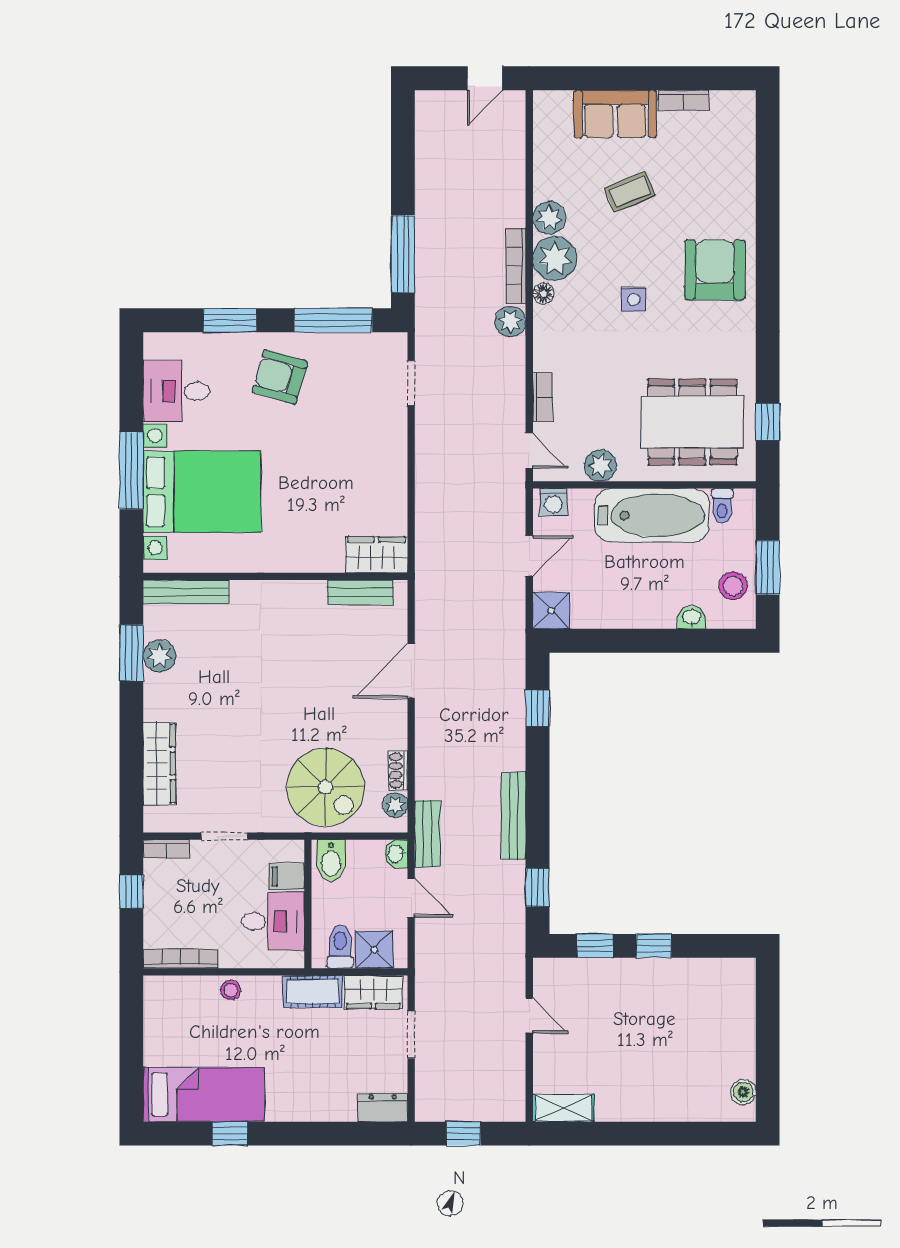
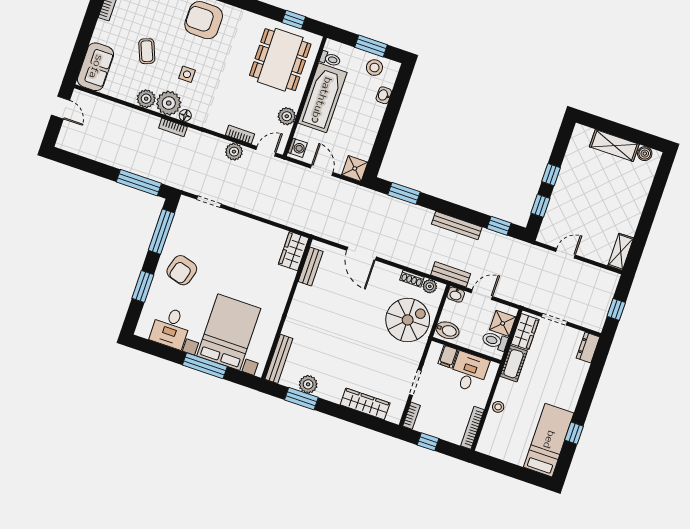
sofa: (615, 114) -> (96, 67), moved
bookcase: (516, 266) -> (173, 127), width x0.64
side table: (634, 299) -> (187, 74), moved
plant: (510, 322) -> (234, 152), moved
window: (537, 708) -> (404, 193), width x1.50
shelving: (739, 1036) -> (614, 145), added

